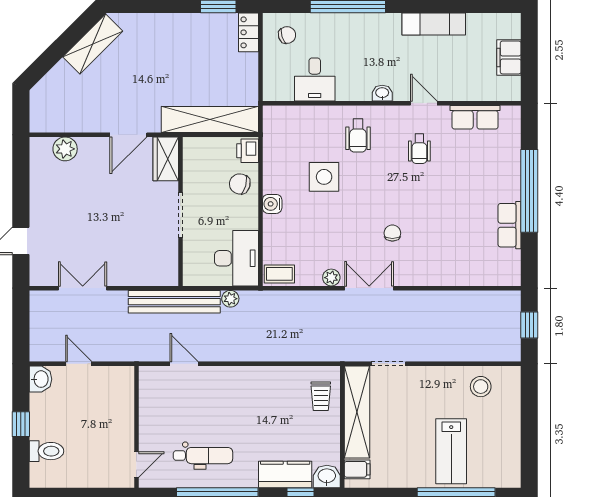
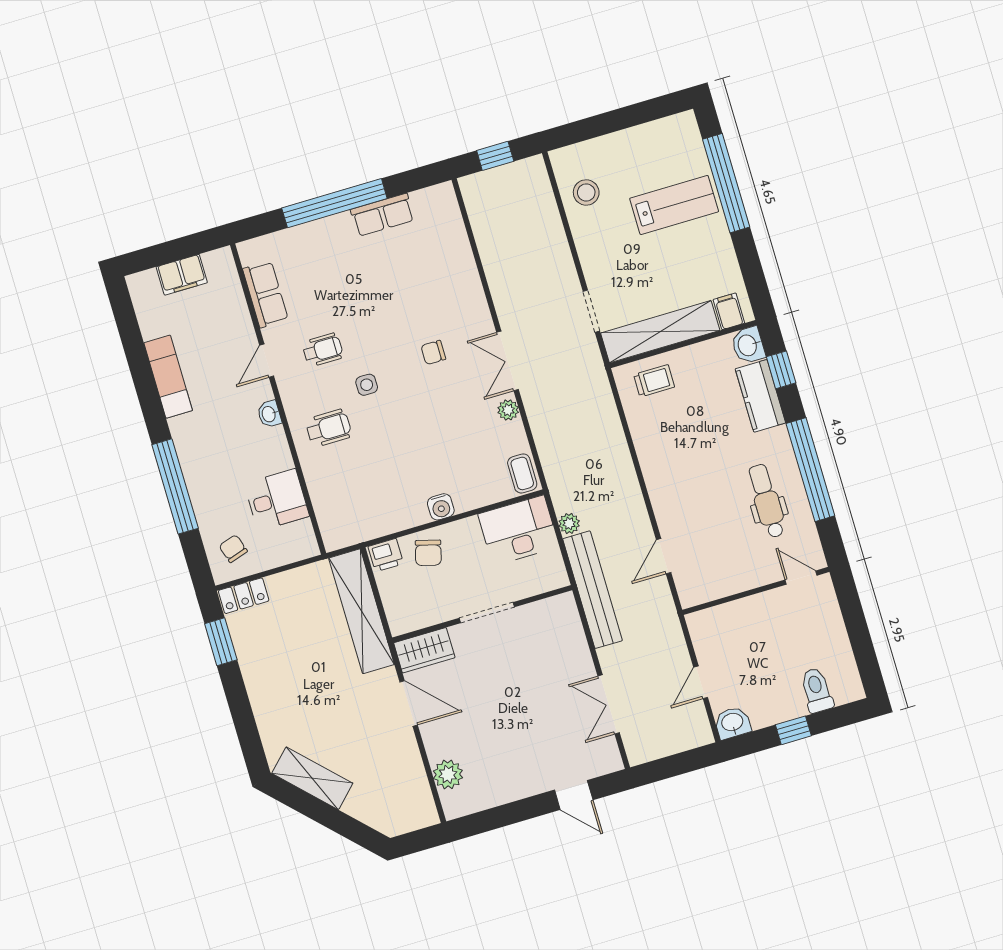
side table: (324, 177) -> (367, 385), moved, width x0.54, depth x0.54

